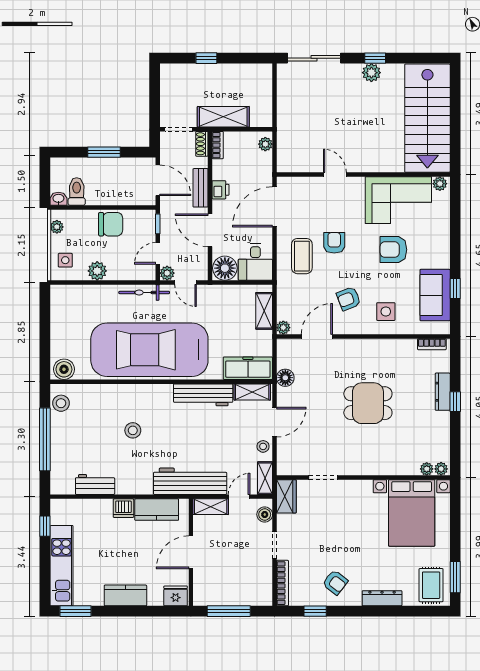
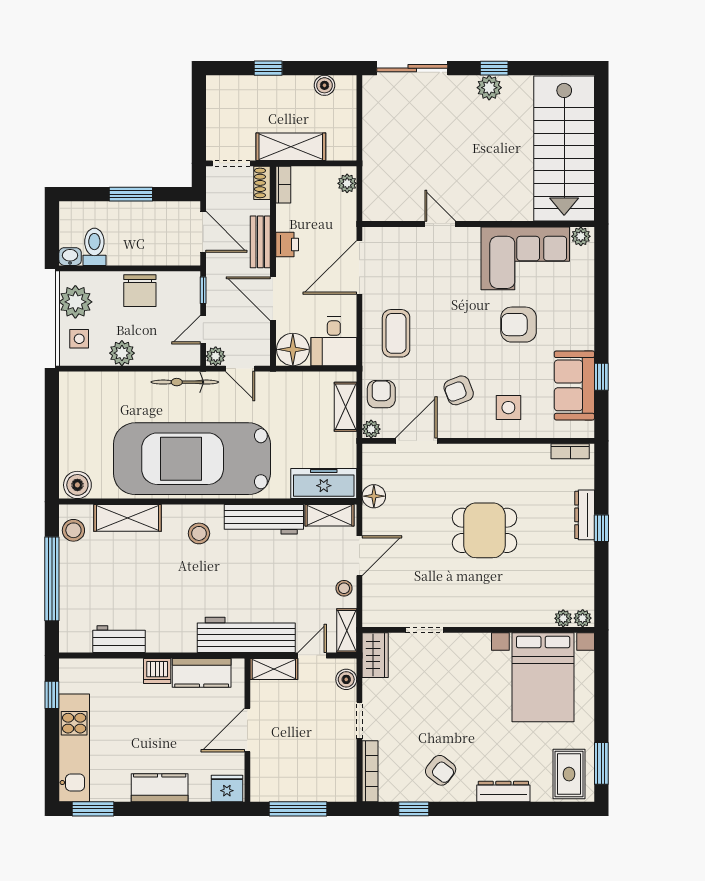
boiler: (248, 71) -> (324, 85), added
chair: (111, 224) -> (140, 291), turned 90
plant: (57, 227) -> (75, 302), width x1.88, depth x1.88
armchair: (334, 243) -> (381, 394), moved
shelving: (101, 394) -> (127, 518), added
stool: (133, 430) -> (199, 533), moved

